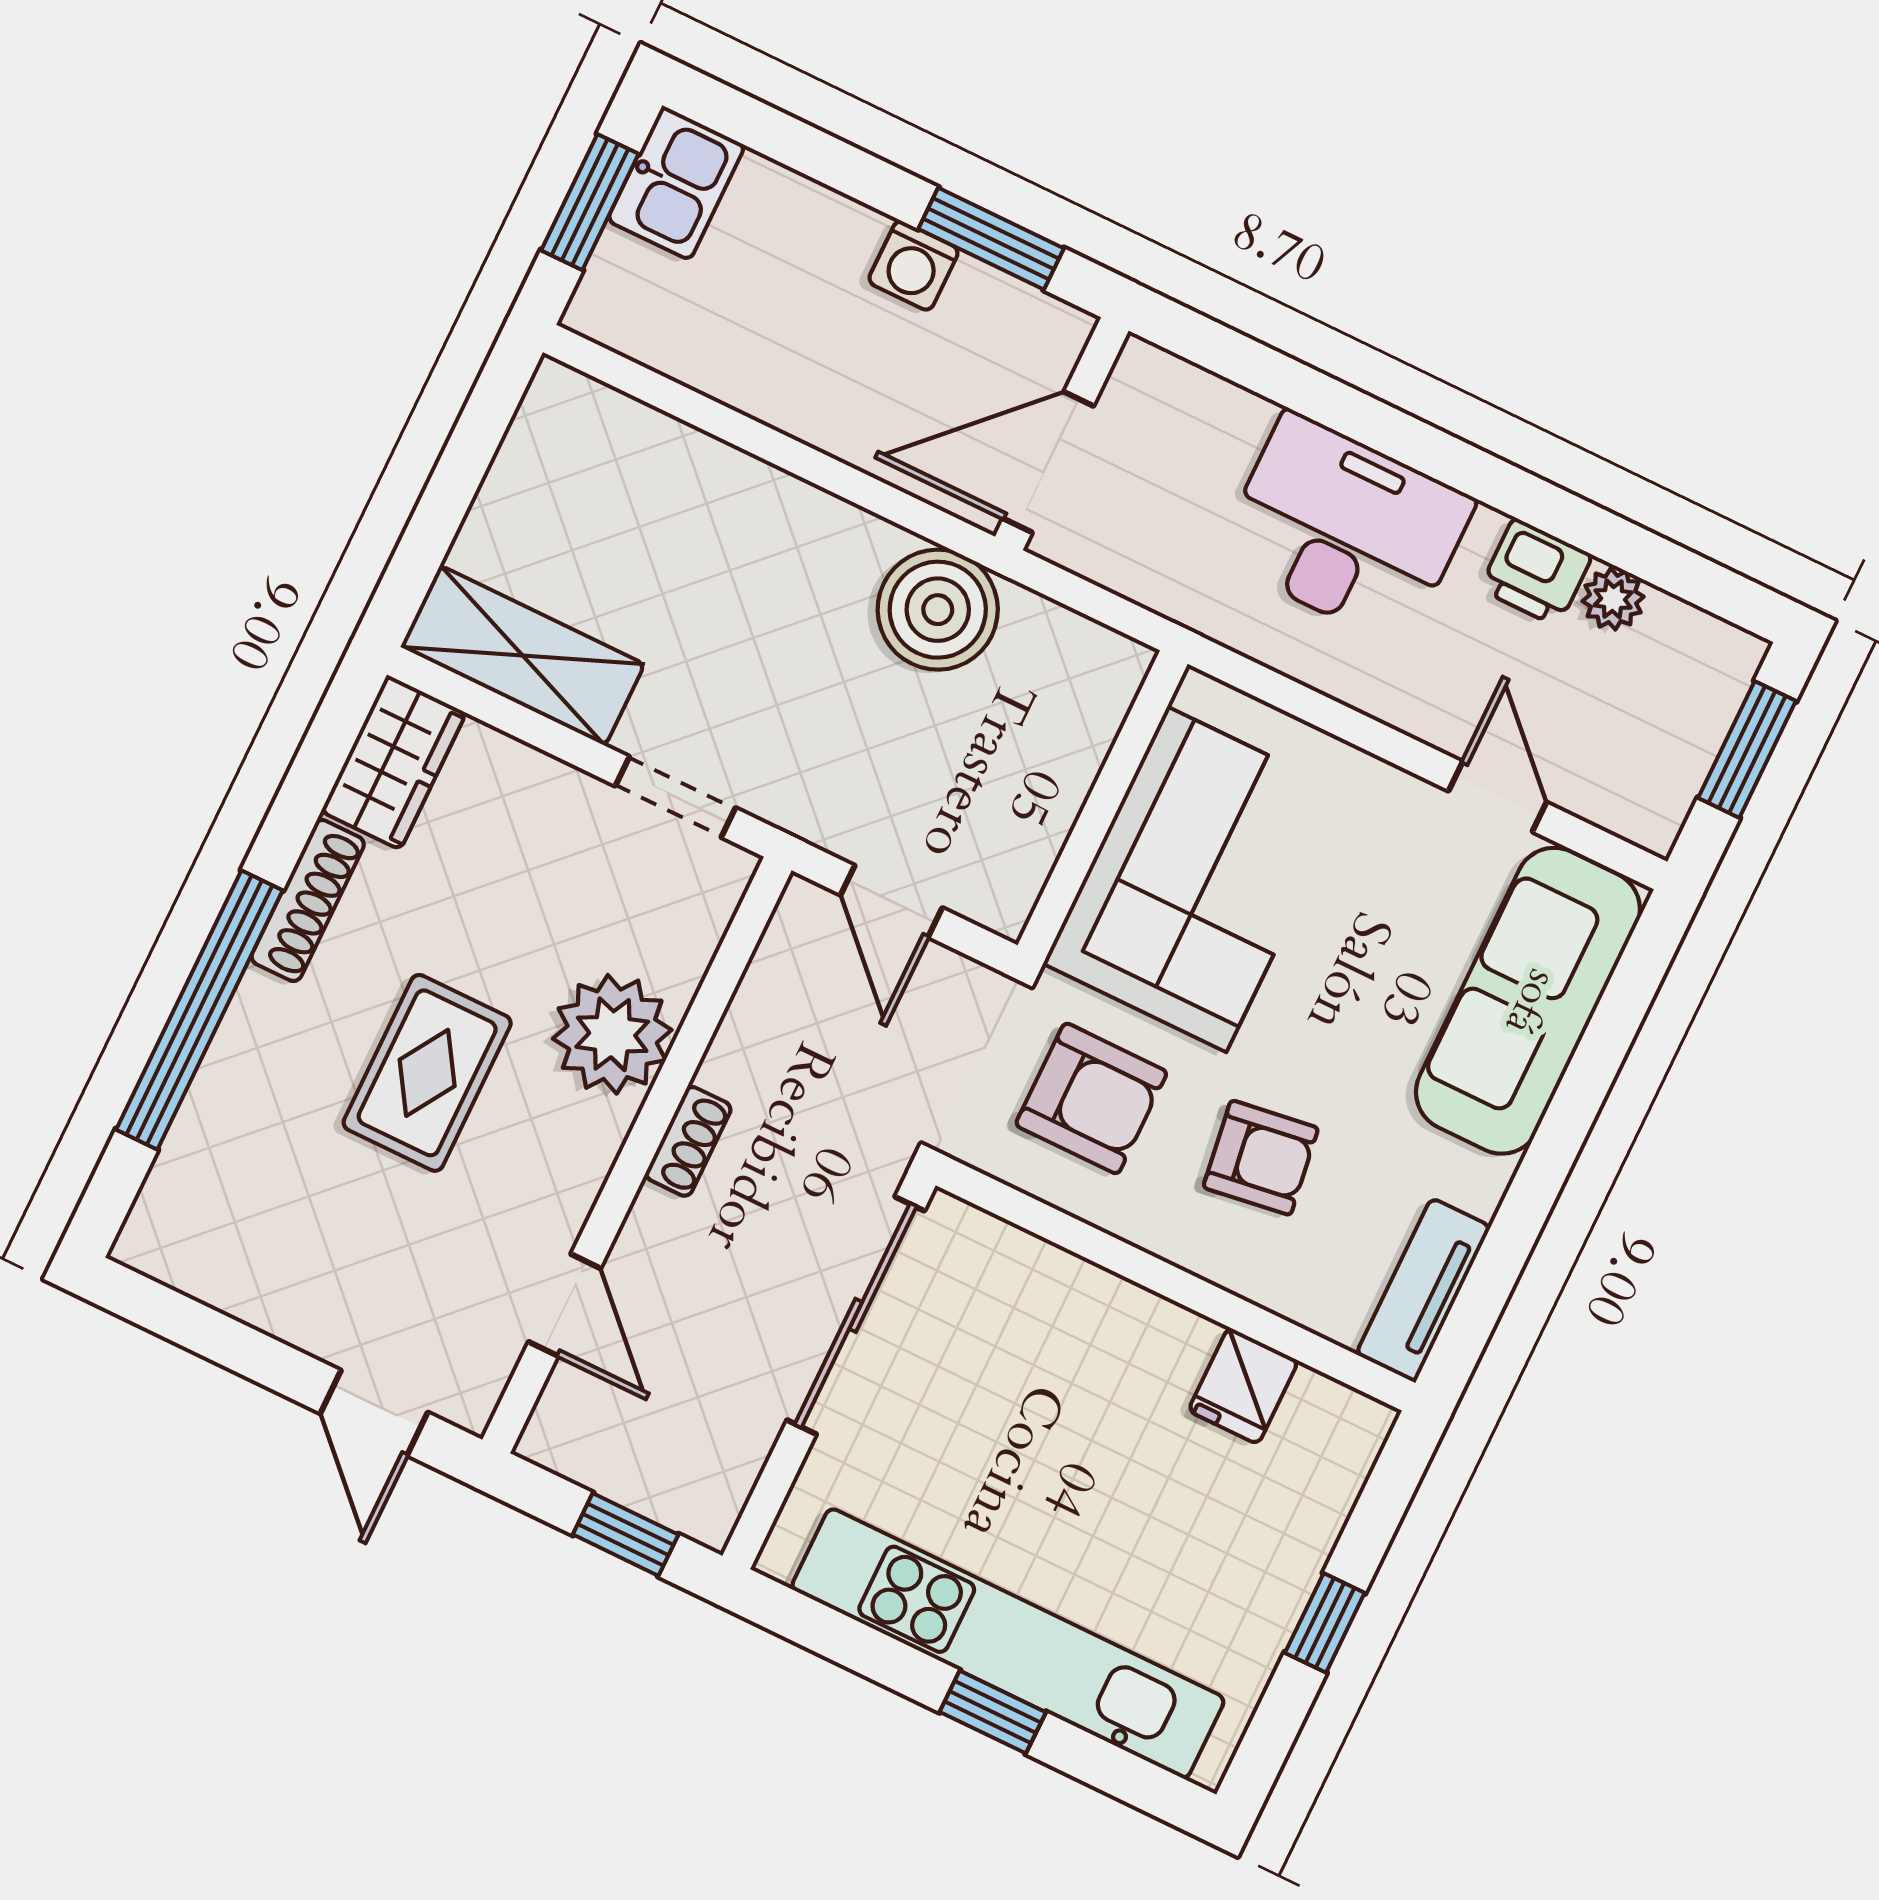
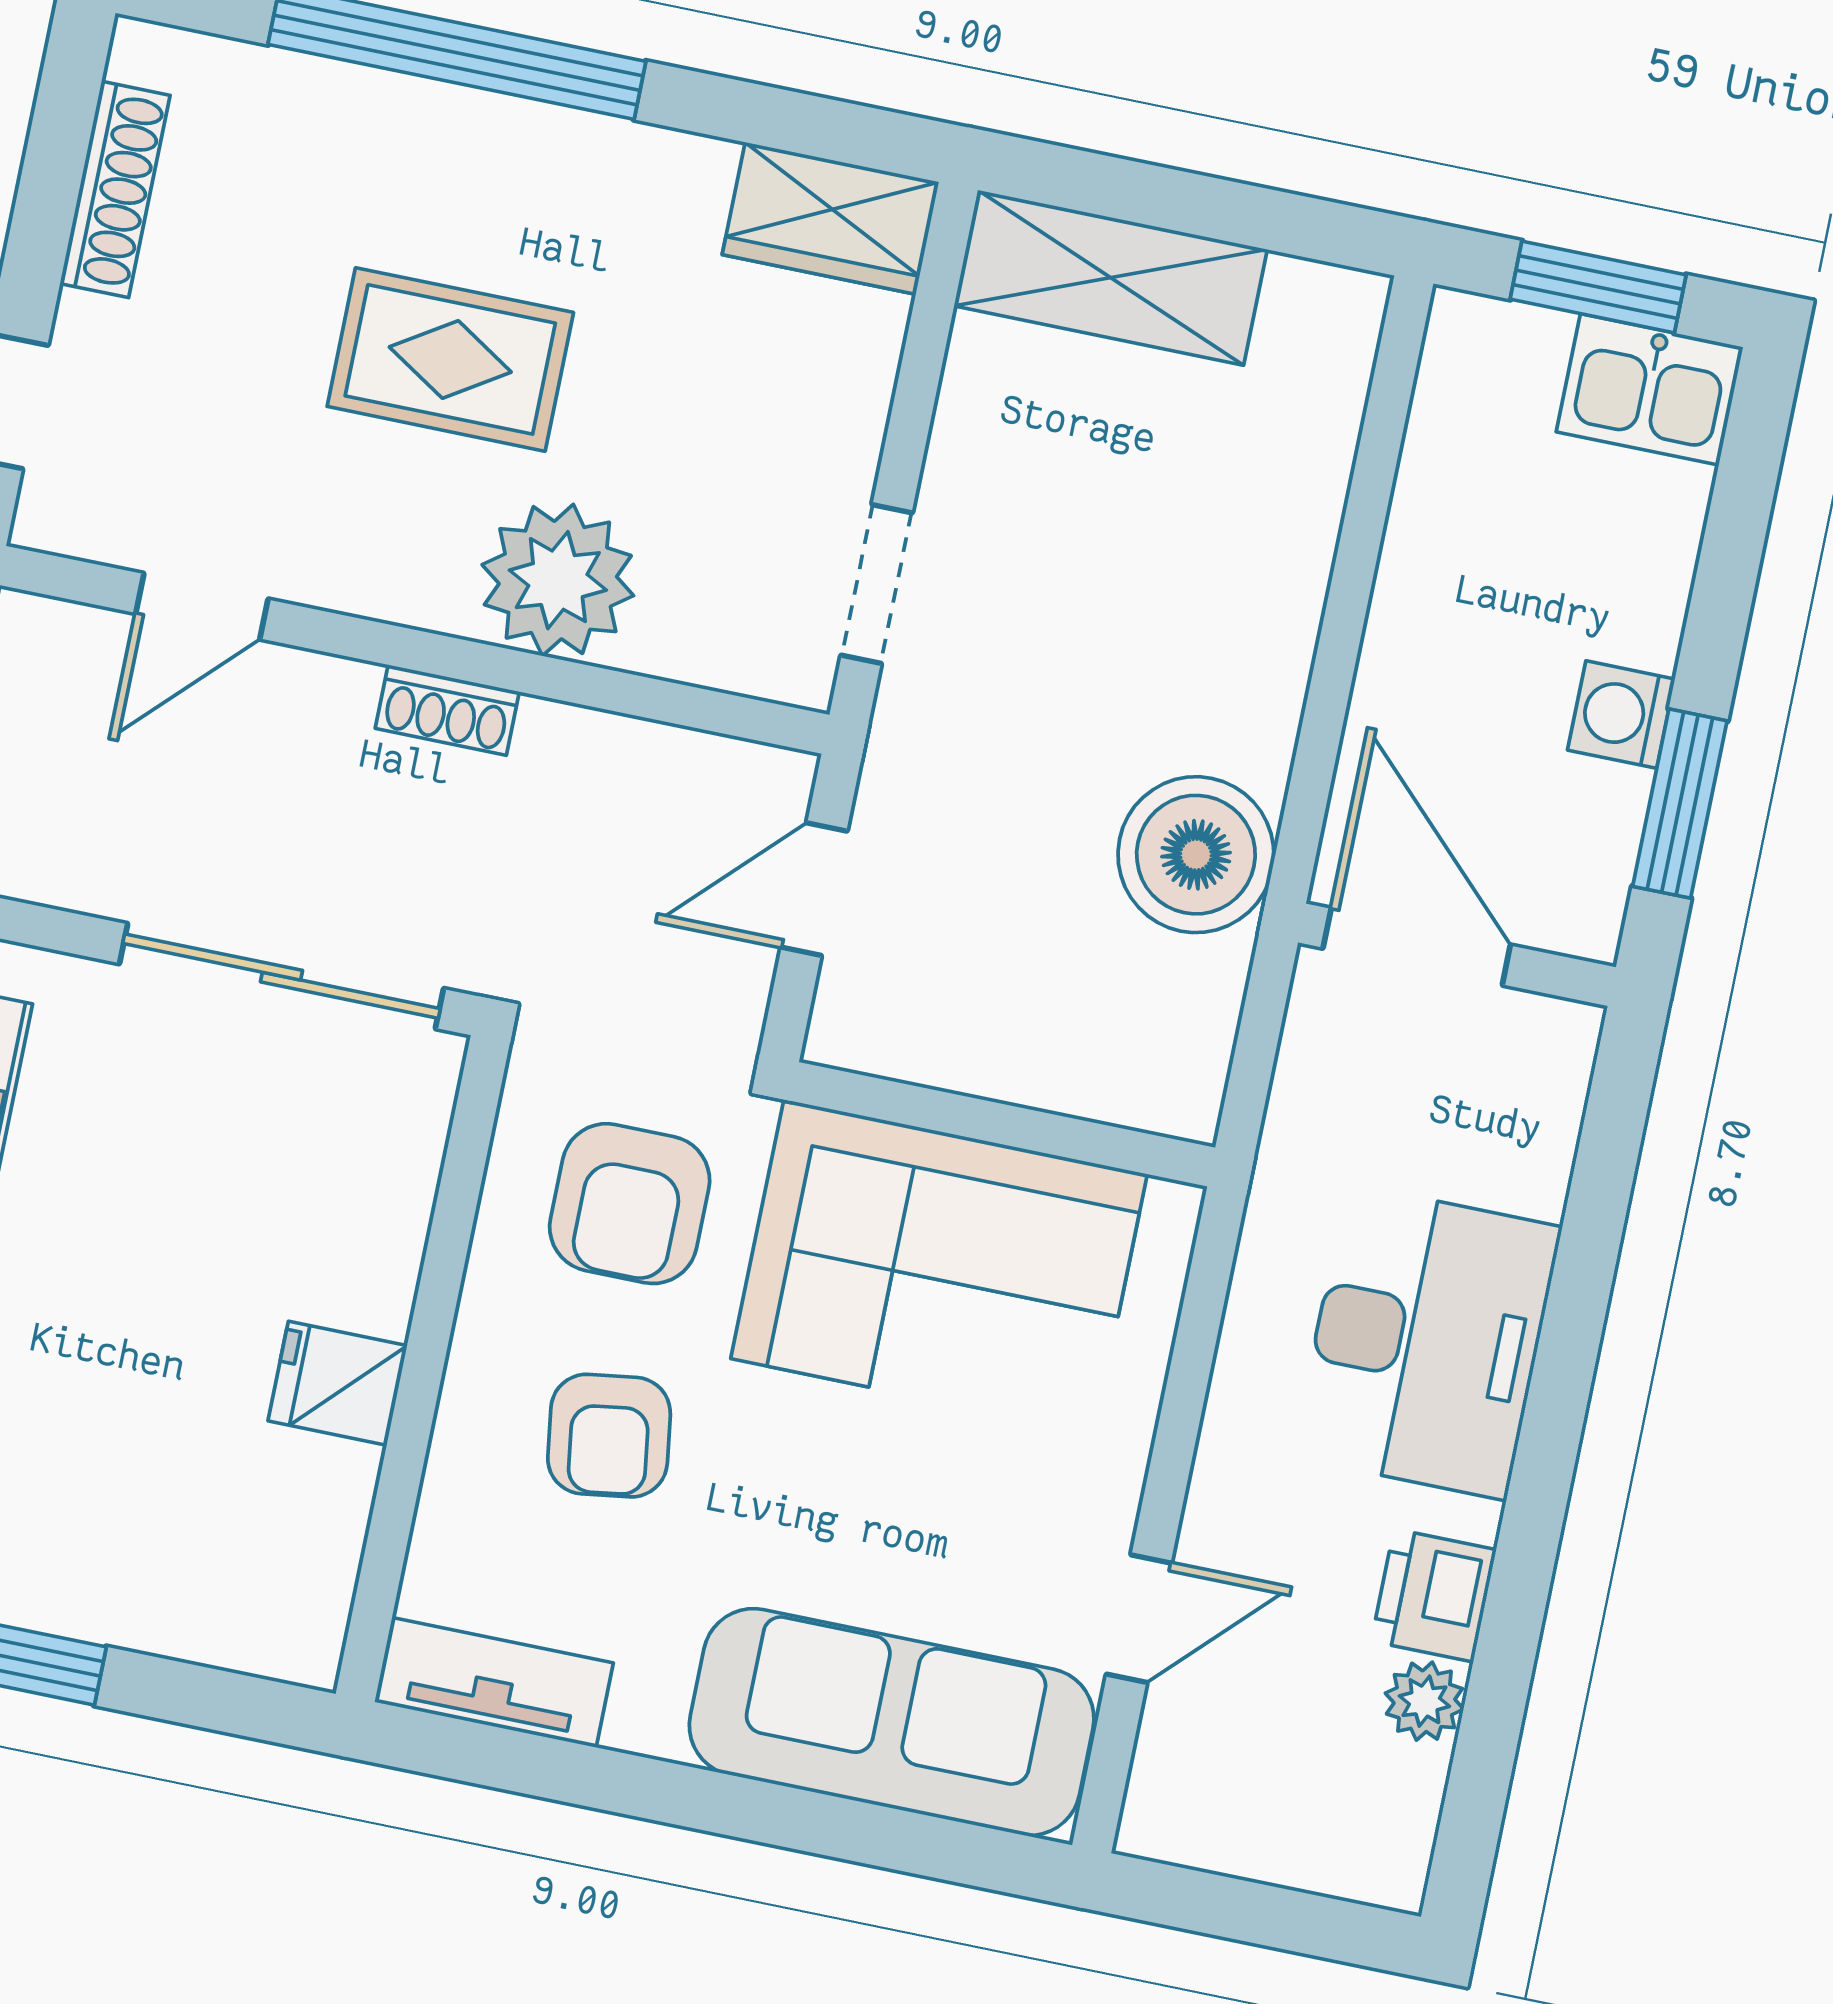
shelving: (523, 656) -> (1111, 278), moved, turned 90
window: (1747, 749) -> (1278, 1918), removed
shoe rack: (308, 901) -> (115, 189), moved, turned -90
fridge: (1243, 1386) -> (338, 1383), moved

